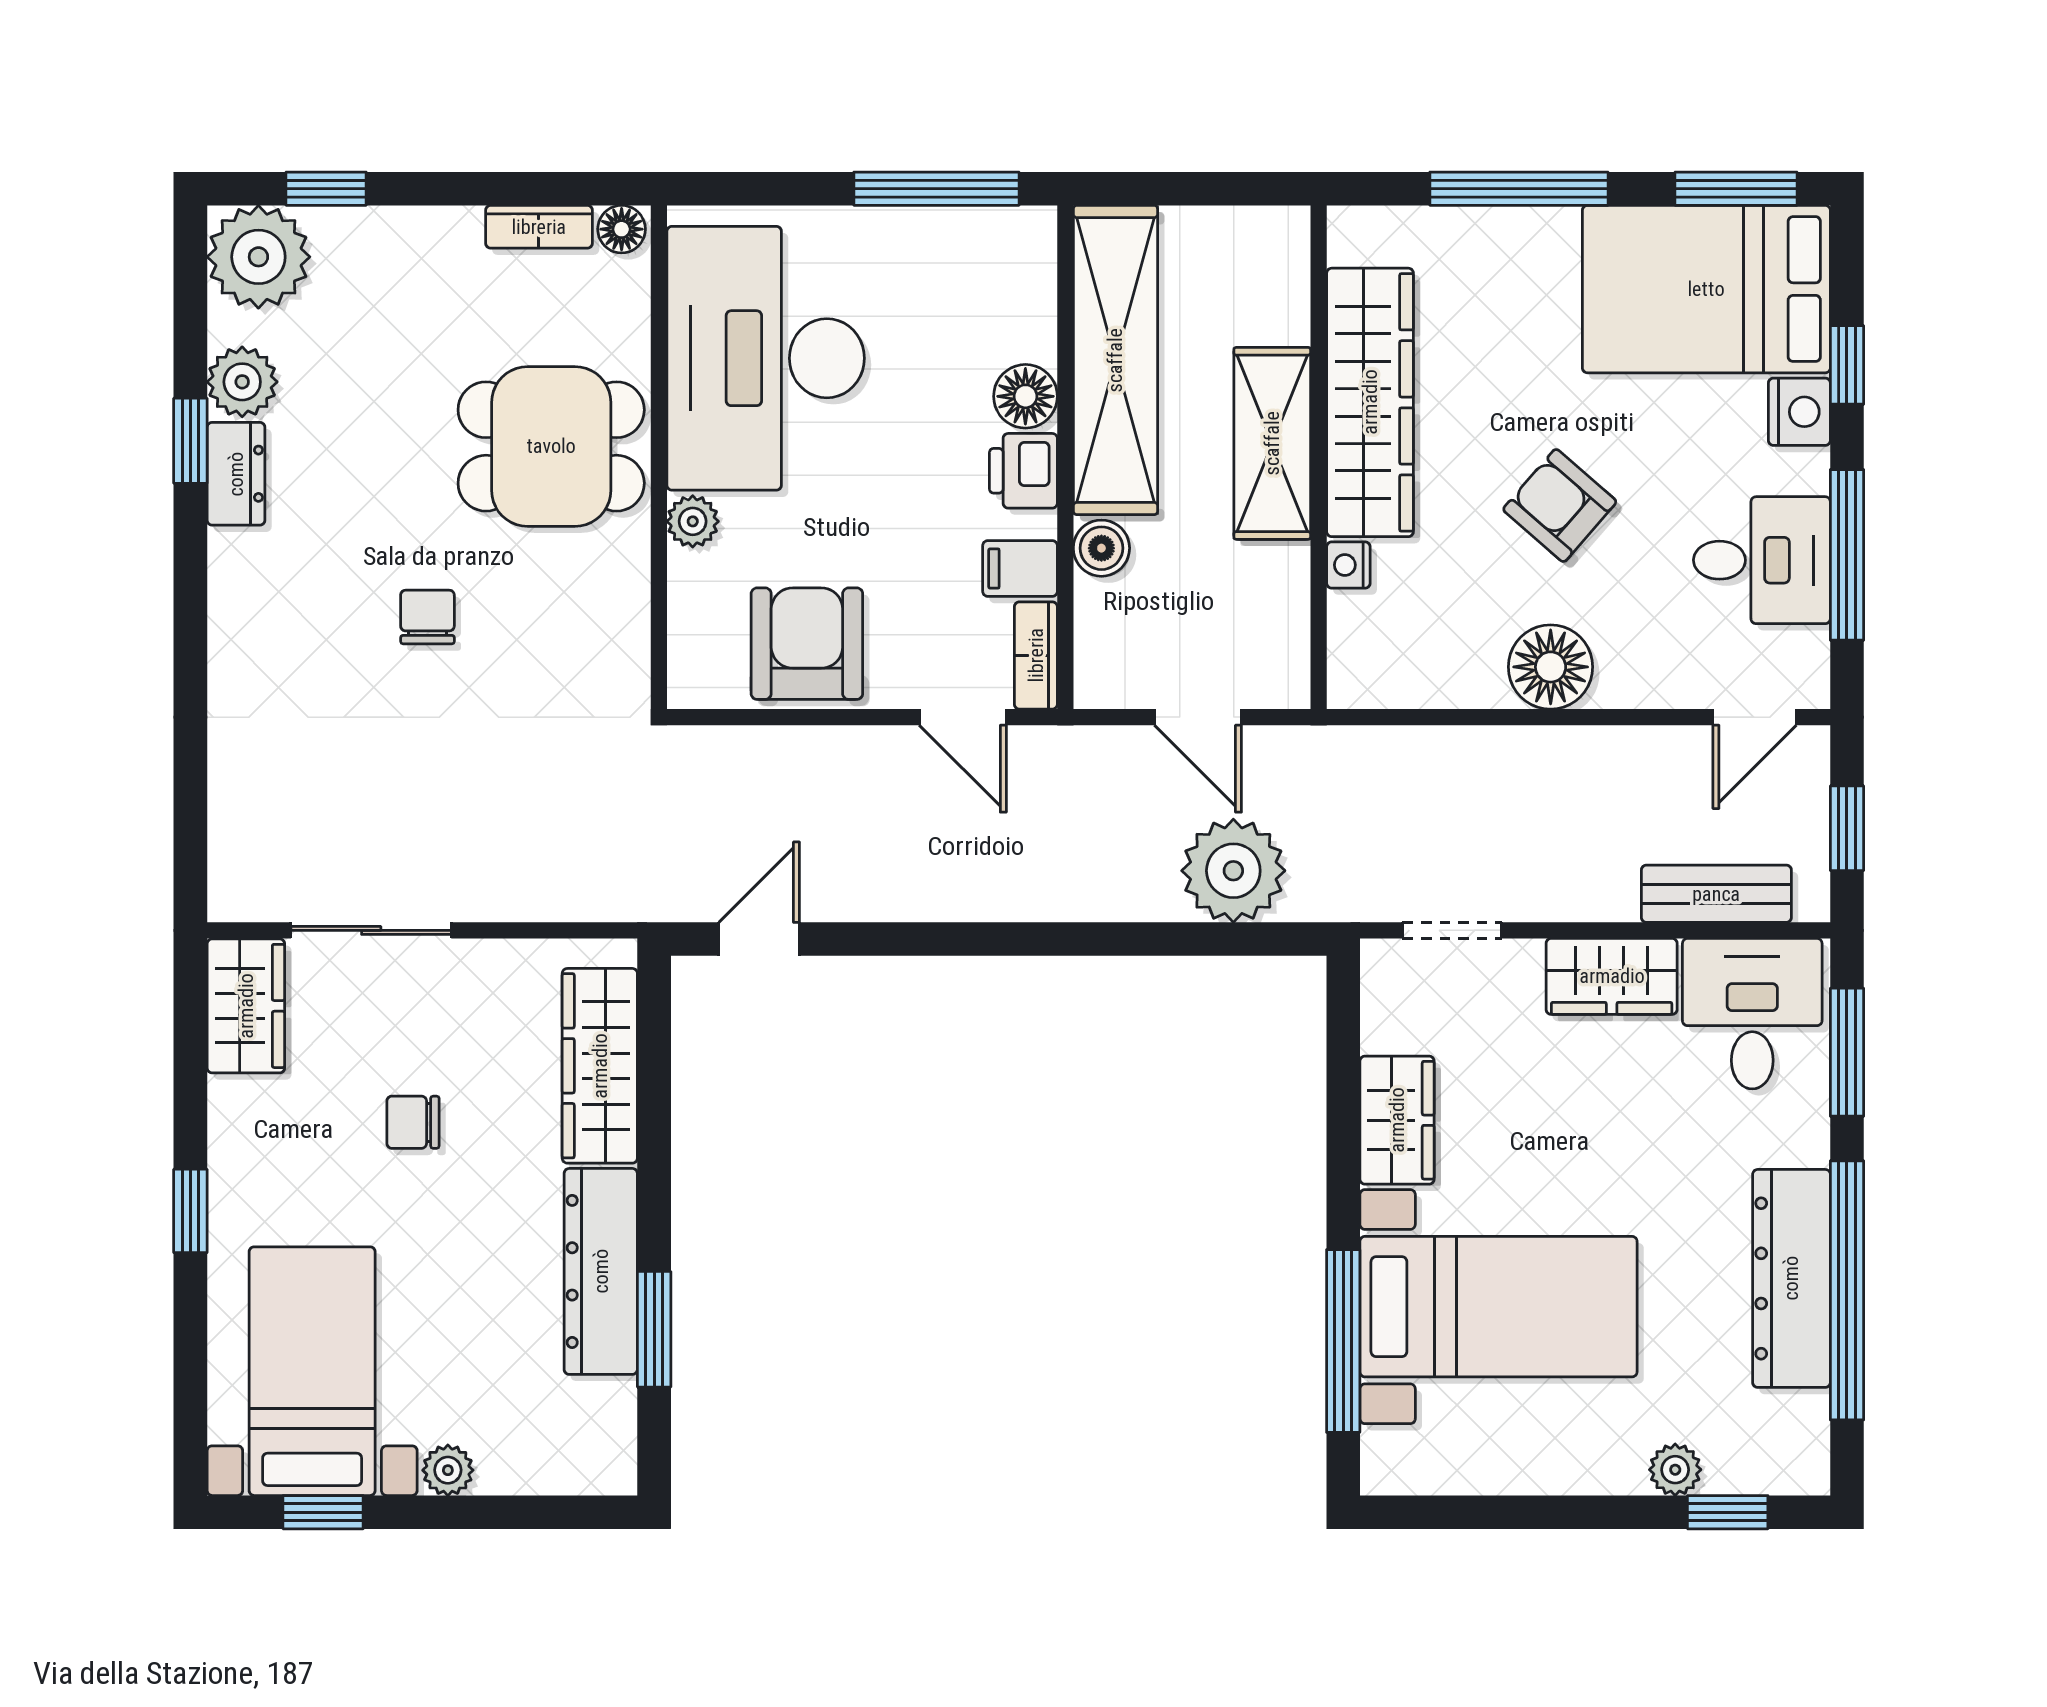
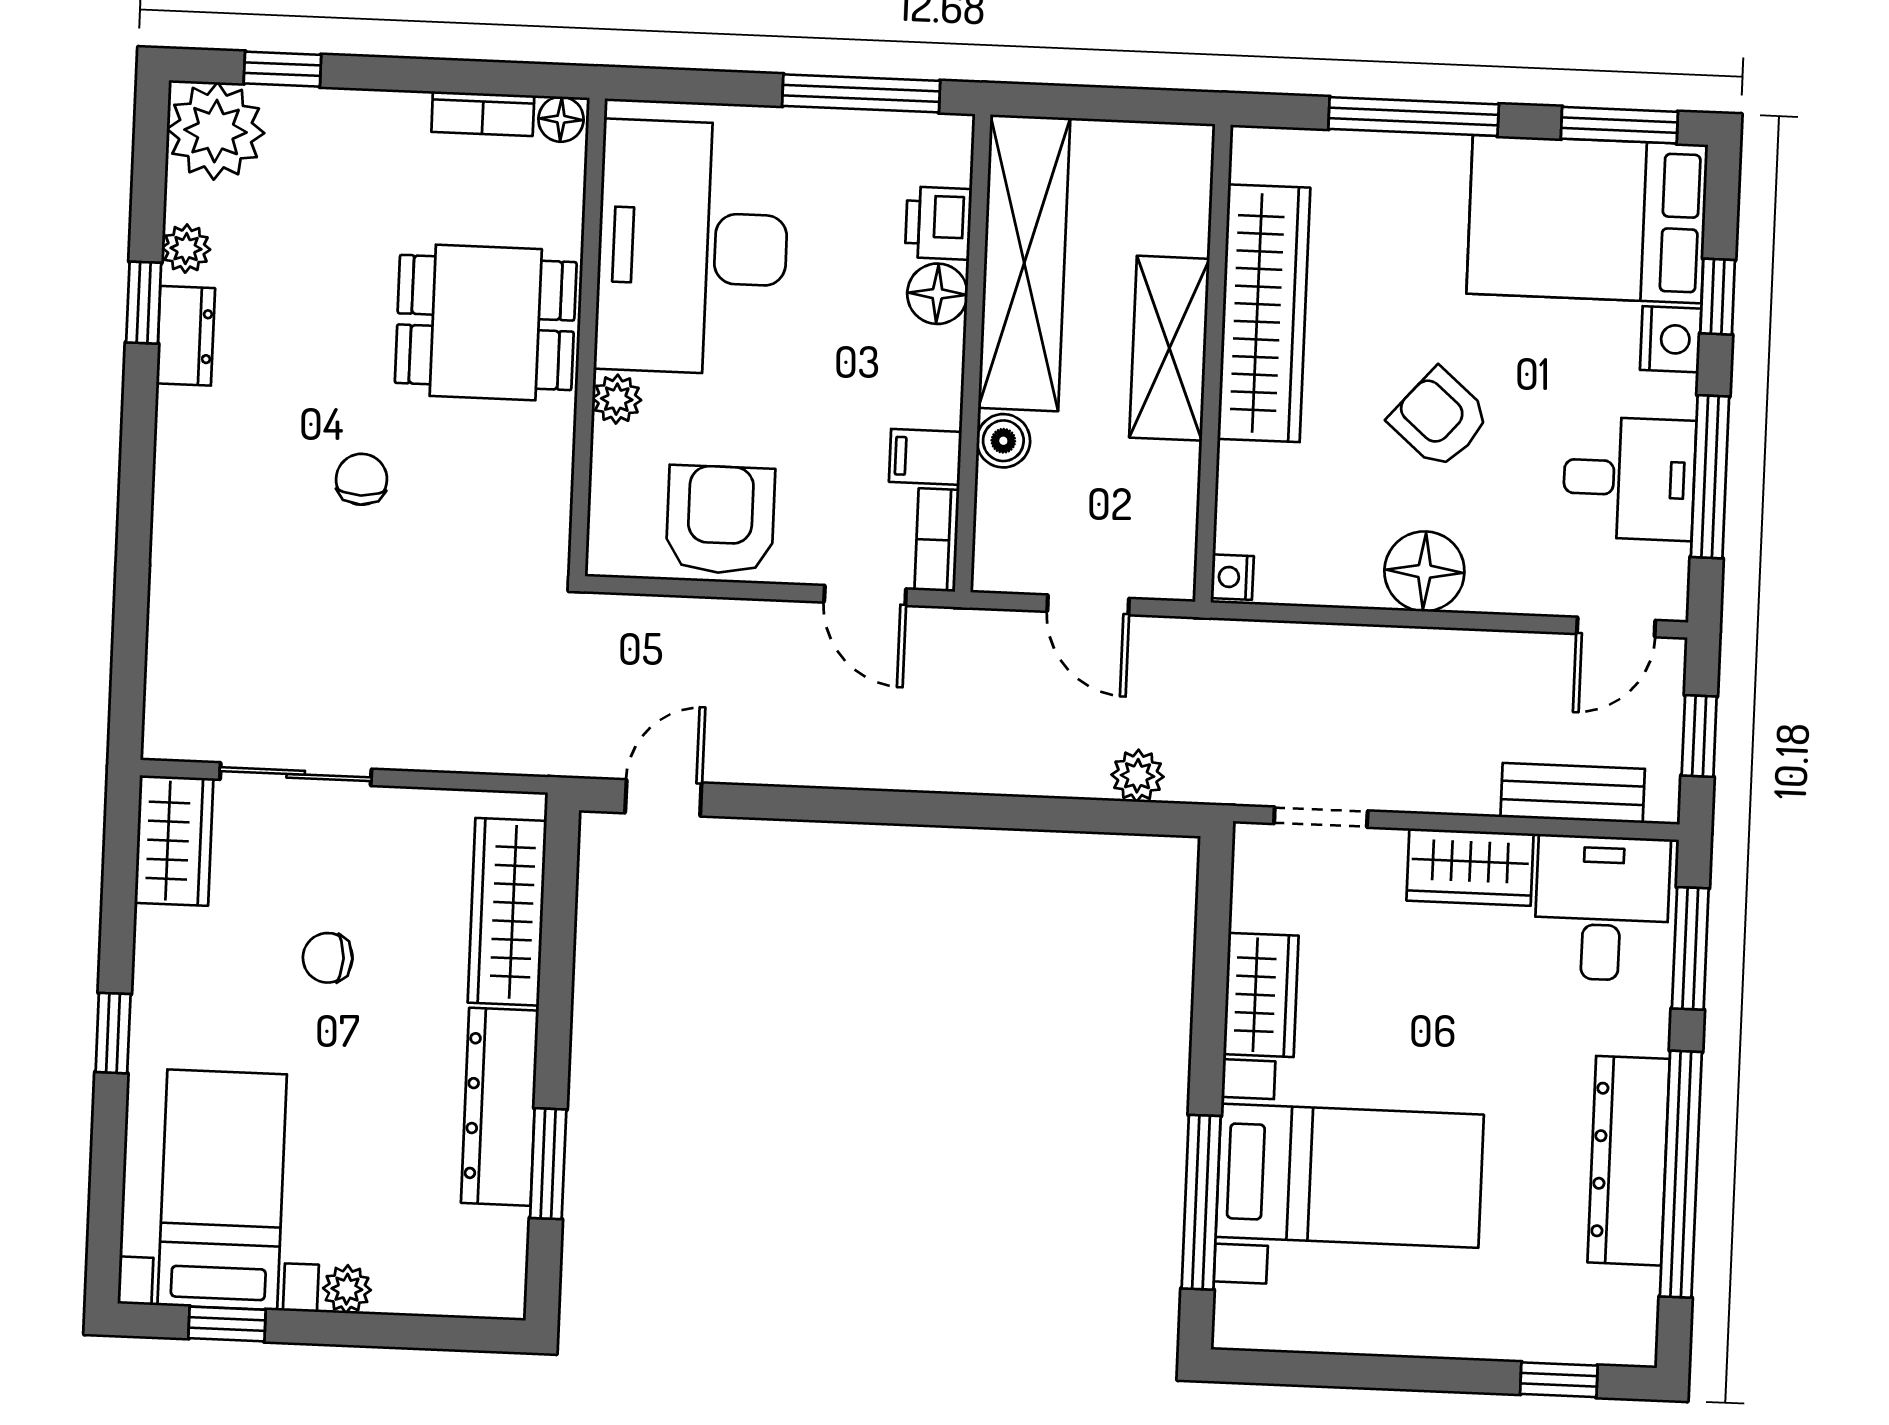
plant: (242, 382) -> (186, 249), width x0.73, depth x0.73
printer: (1023, 471) -> (938, 223), moved
nightstand: (1348, 565) -> (1232, 577), moved
plant: (1233, 871) -> (1138, 776), width x0.53, depth x0.53
plant: (1675, 1470) -> (1511, 1337), removed

